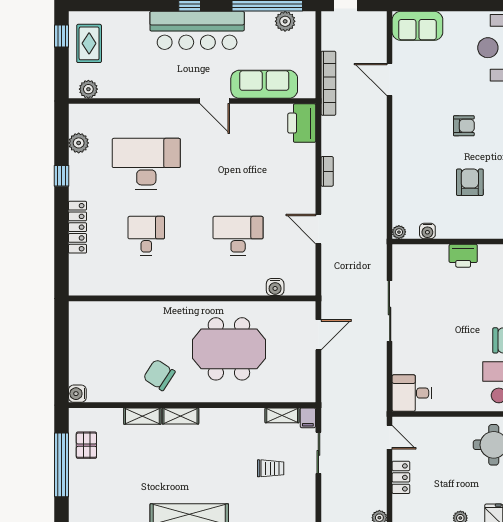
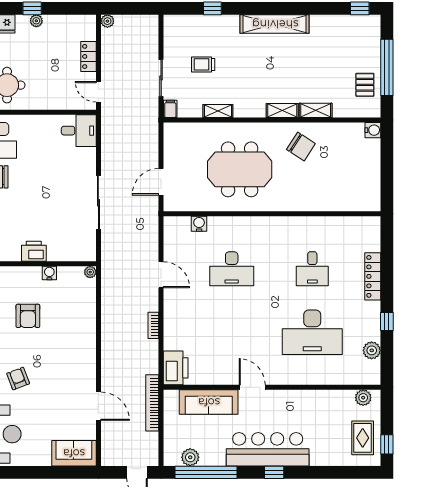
armchair: (464, 126) -> (18, 379), moved, turned 69
water cooler: (427, 231) -> (49, 273), moved
shelving: (282, 415) -> (218, 111), moved

